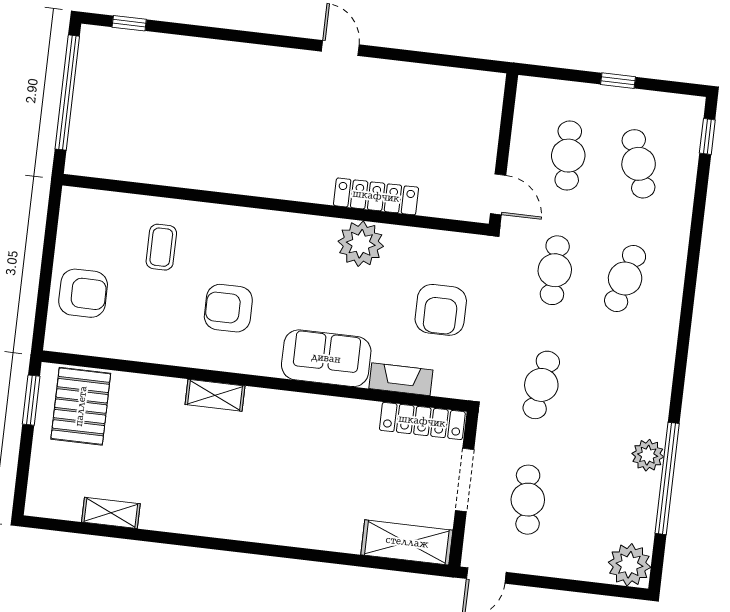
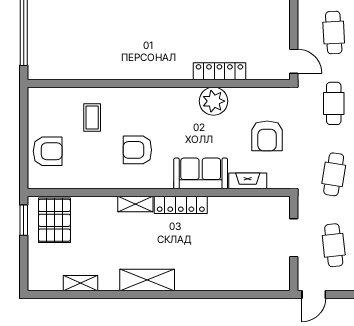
locker: (422, 421) -> (181, 205), moved
shelving: (407, 542) -> (147, 280), moved

